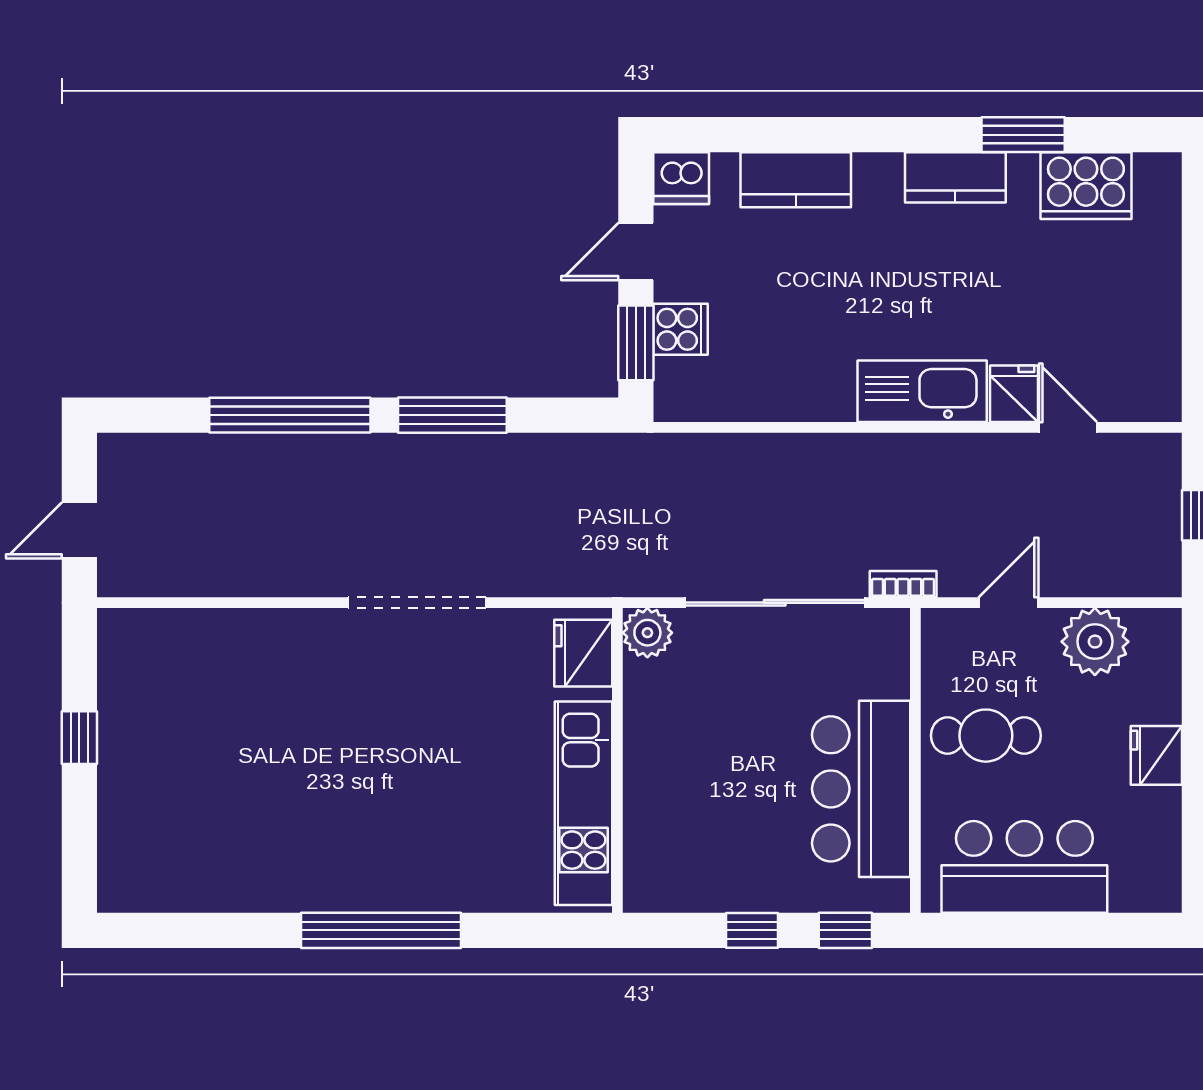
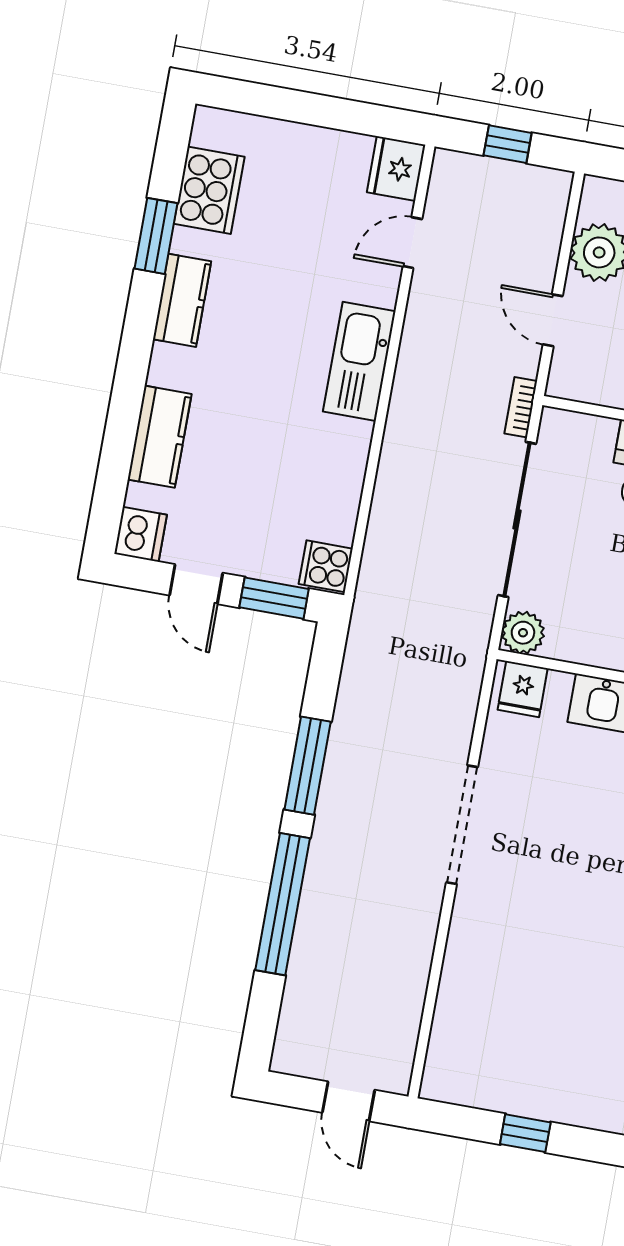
cooker: (680, 329) -> (326, 566), moved, turned -90
fridge: (1014, 394) -> (396, 169), moved, width x1.38
fridge: (583, 653) -> (523, 689), width x0.72

